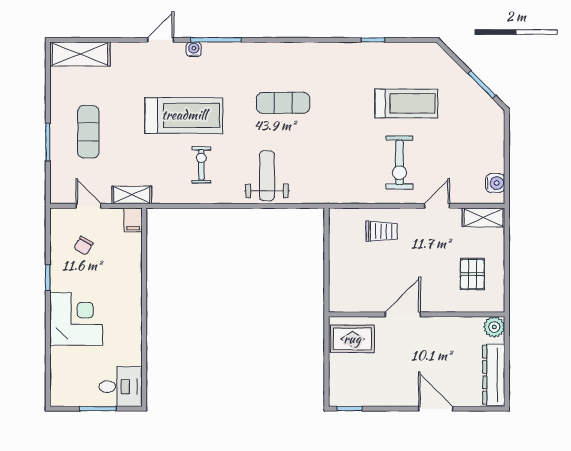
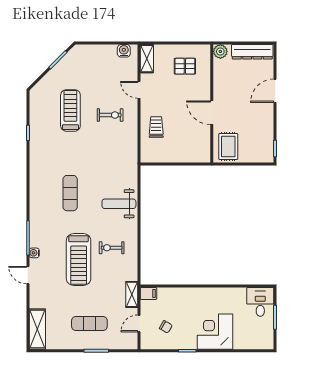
treadmill: (184, 115) -> (79, 260), turned 180
exercise bike: (399, 162) -> (110, 115), width x0.73, depth x0.72

